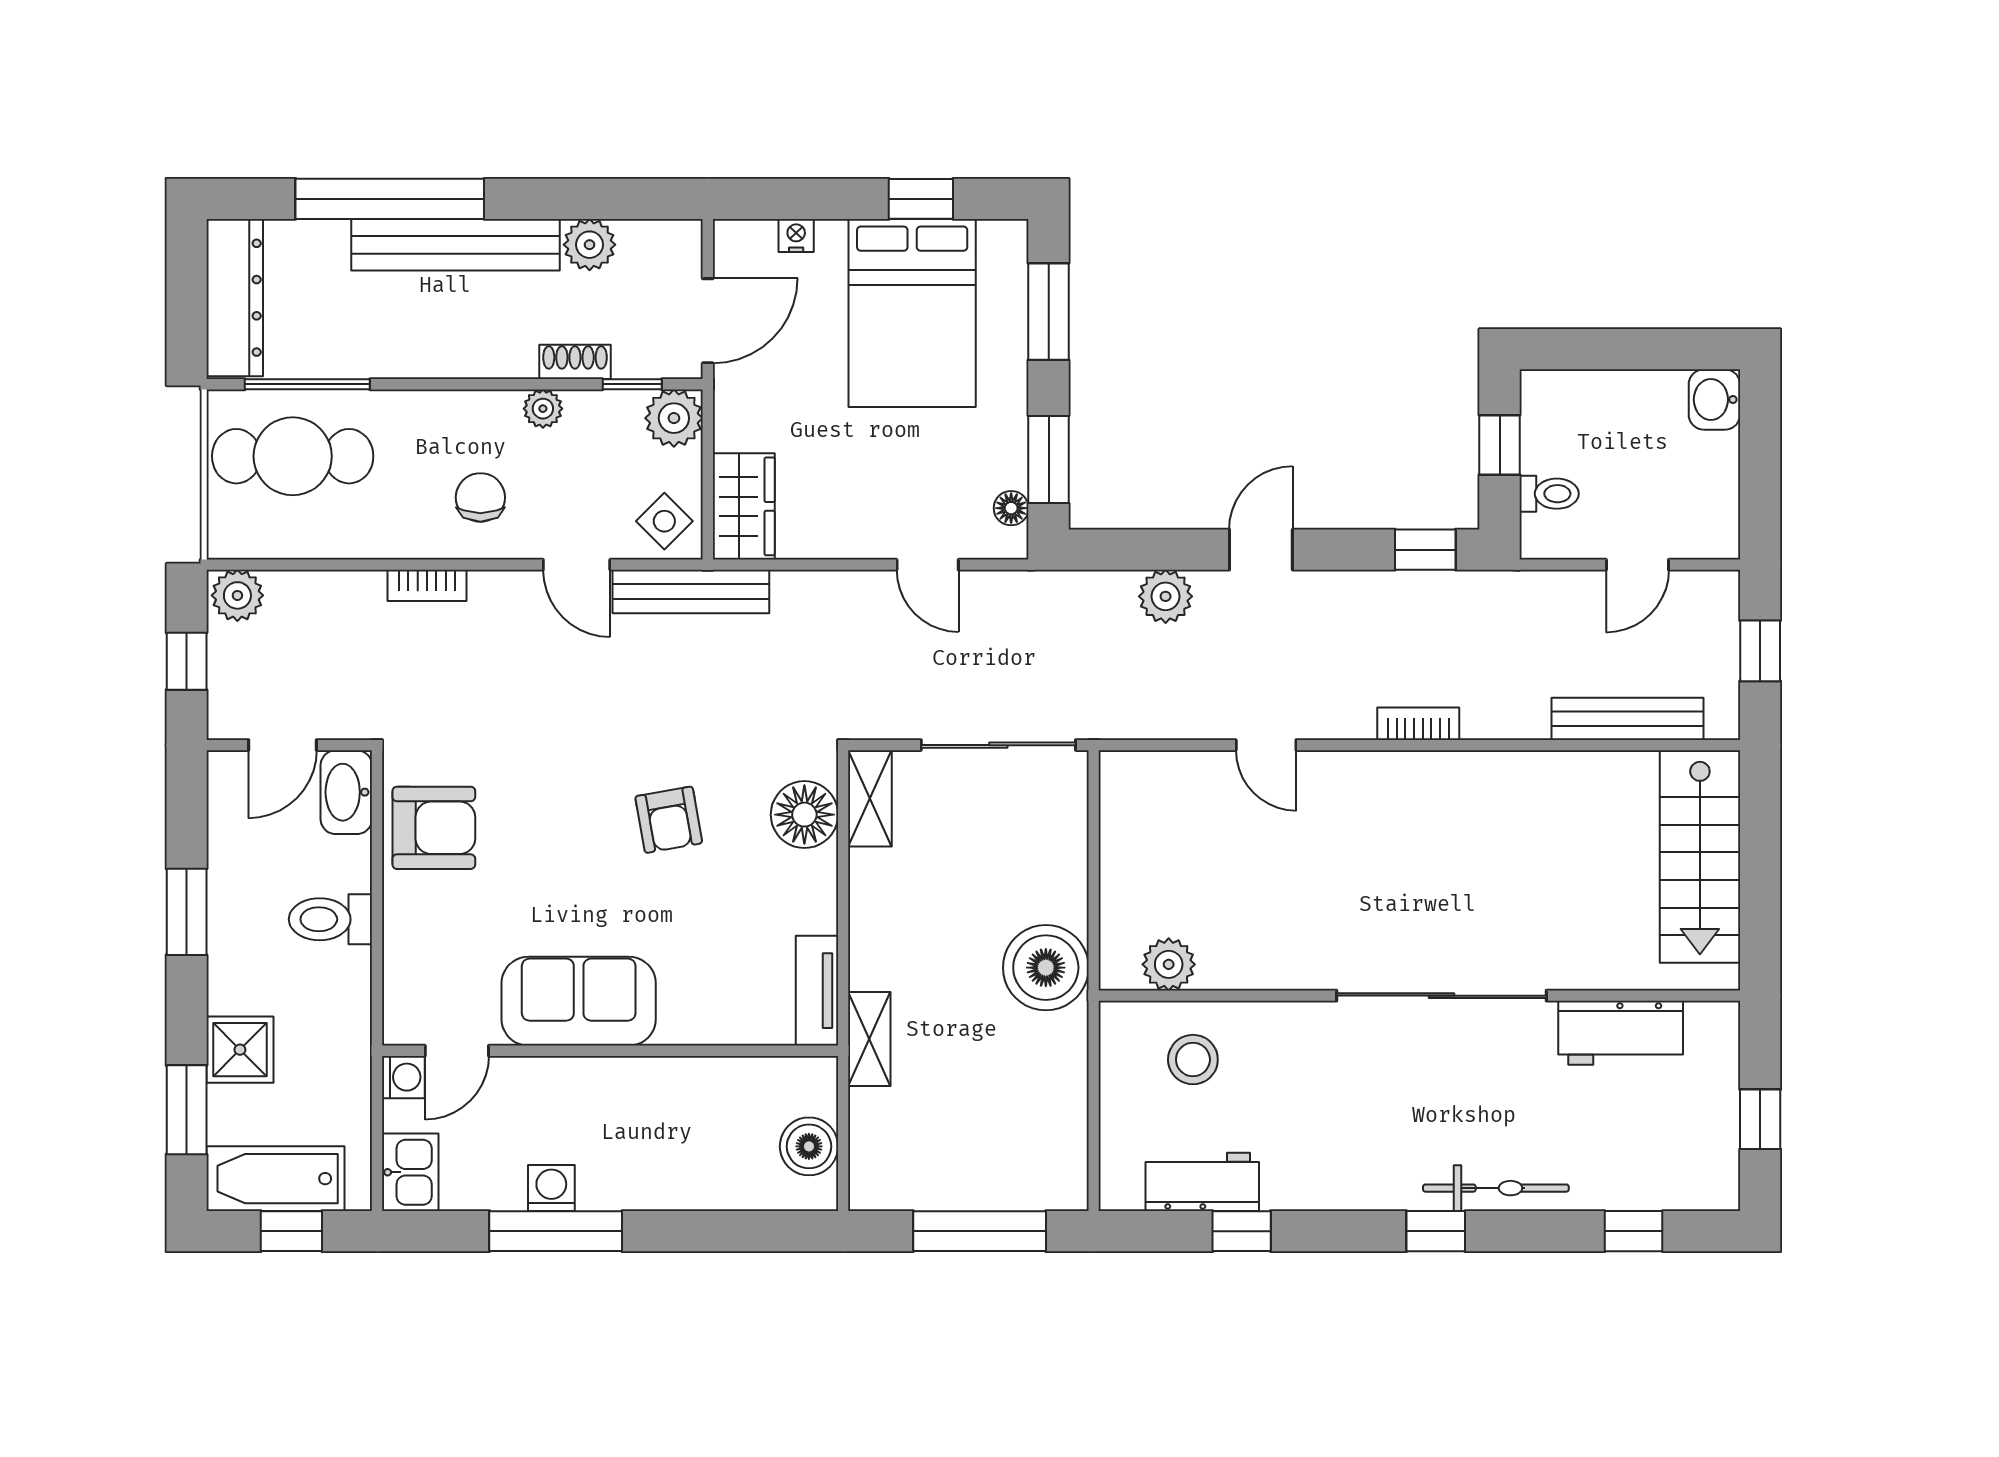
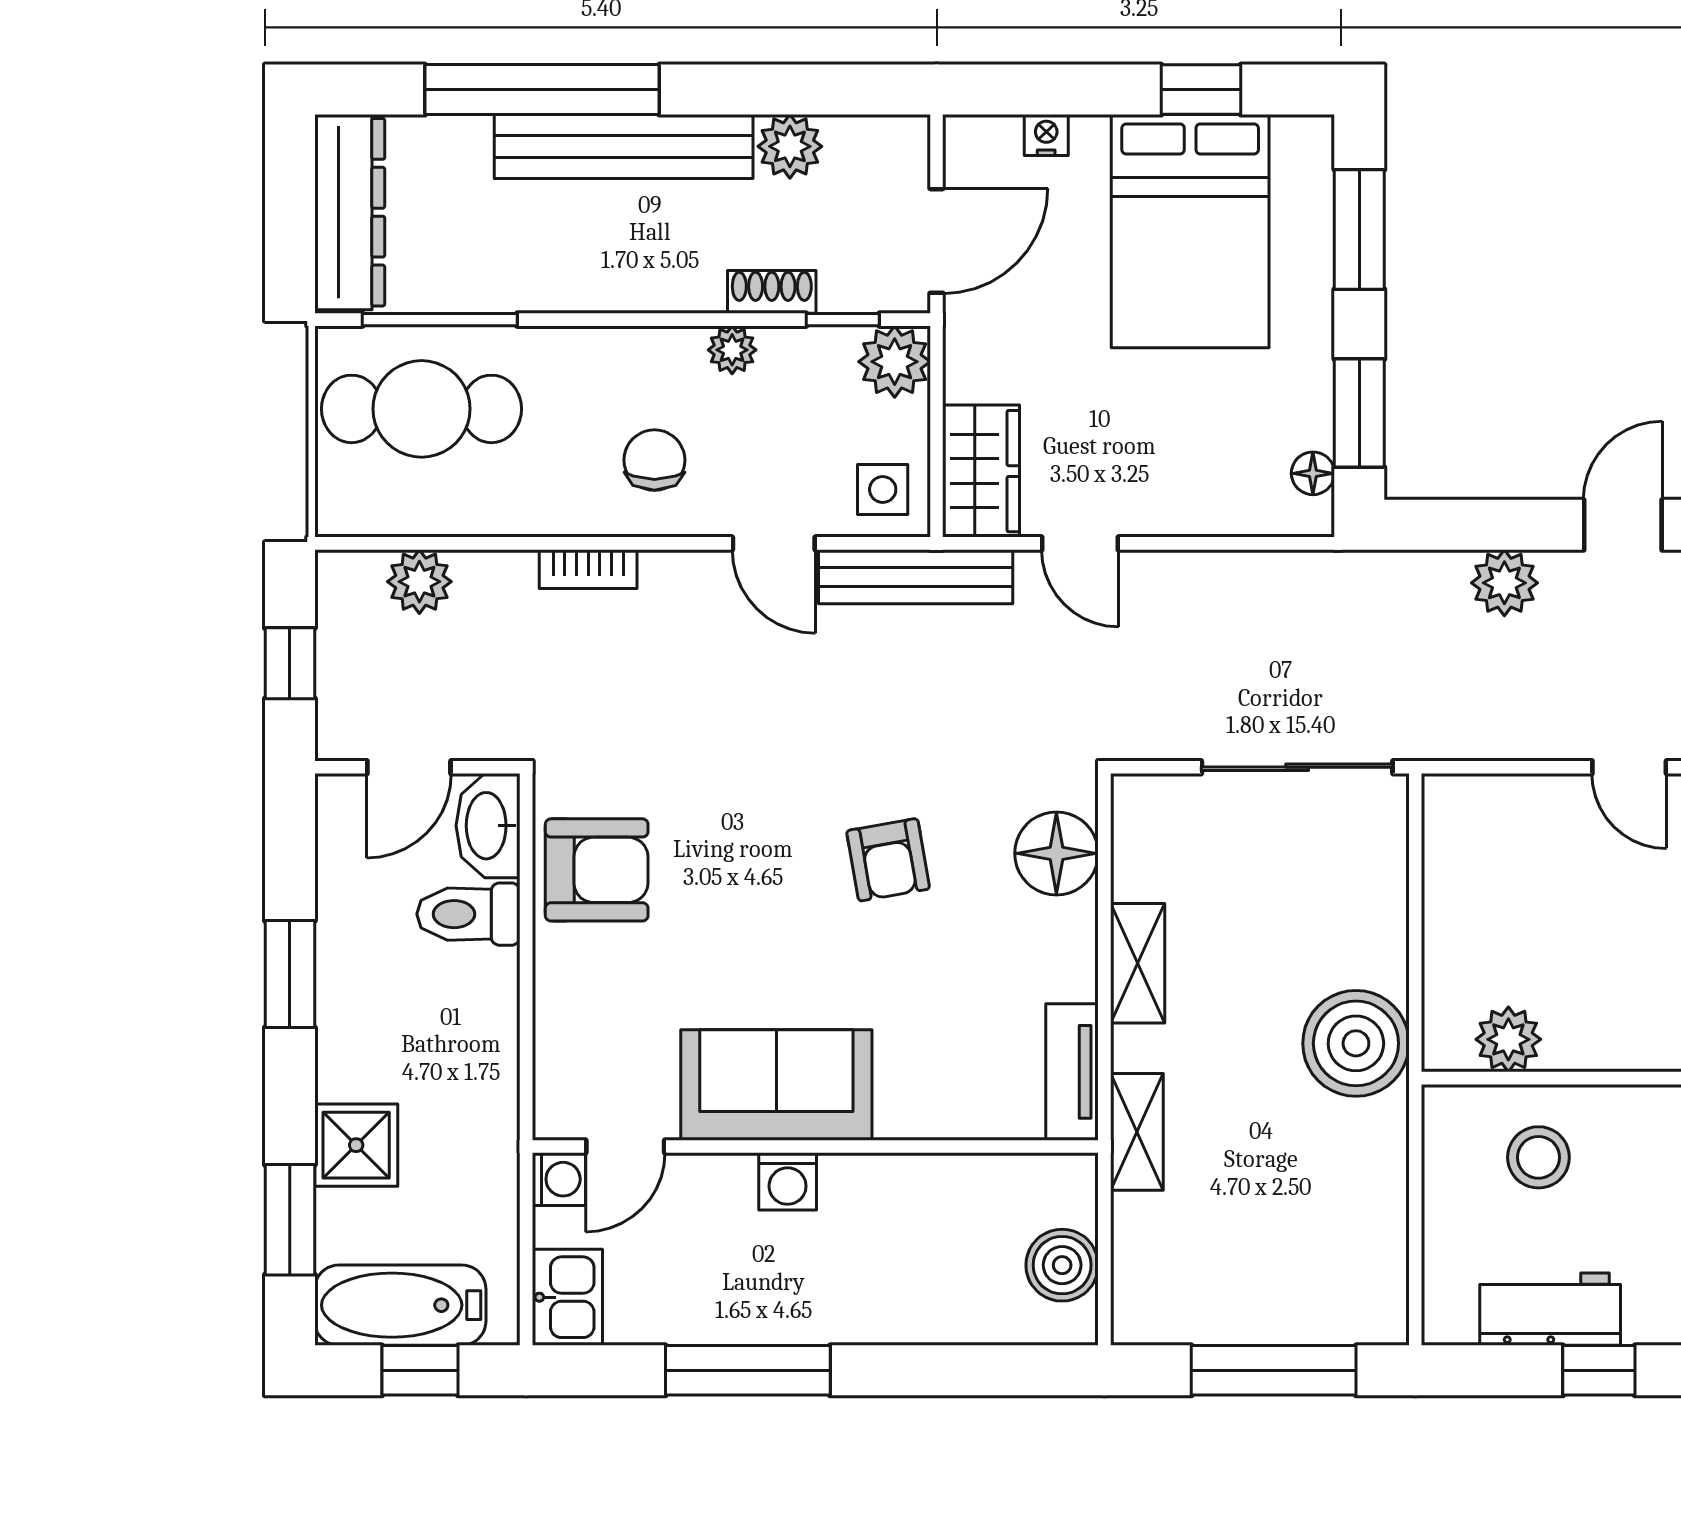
side table: (664, 521) -> (883, 489), turned 45
door: (928, 565) -> (1080, 543), moved
plant: (237, 595) -> (419, 582), moved
shelving: (870, 798) -> (1138, 963), moved
toilet: (330, 919) -> (468, 914), moved
washing machine: (551, 1188) -> (788, 1181), moved, turned 180

